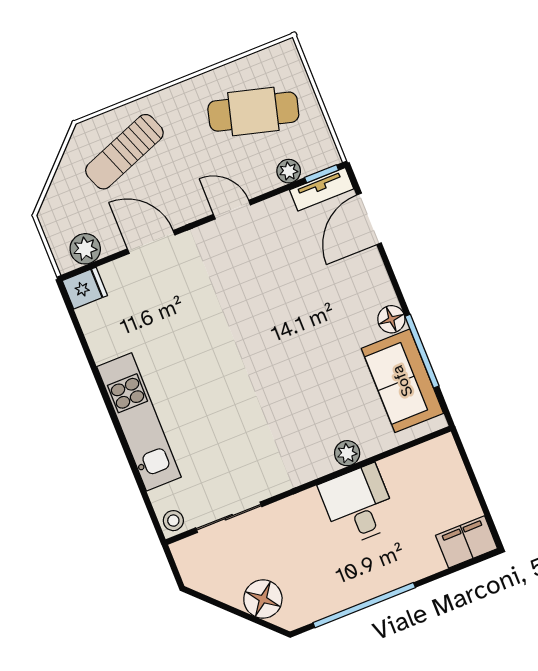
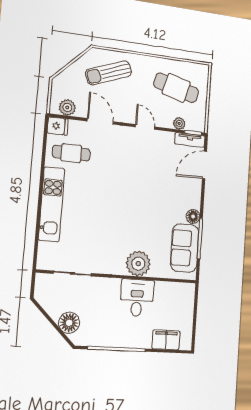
cafe table: (129, 321) -> (71, 153), added
plant: (347, 453) -> (138, 264), width x1.87, depth x1.87
stool: (173, 521) -> (44, 262), removed
filing cabinet: (467, 542) -> (166, 340), moved

